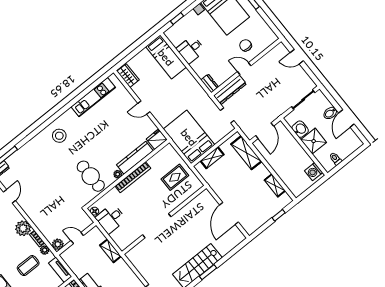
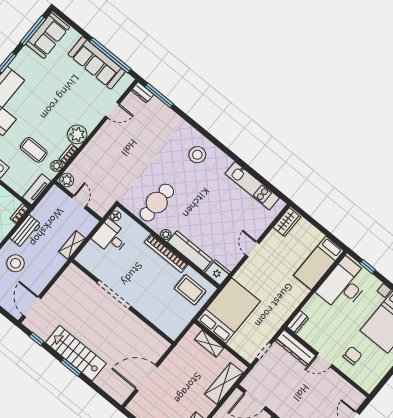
desk: (191, 50) -> (344, 285), width x1.87, depth x1.30
door: (244, 69) -> (324, 360), swing flipped
rug: (175, 177) -> (190, 290), moved

